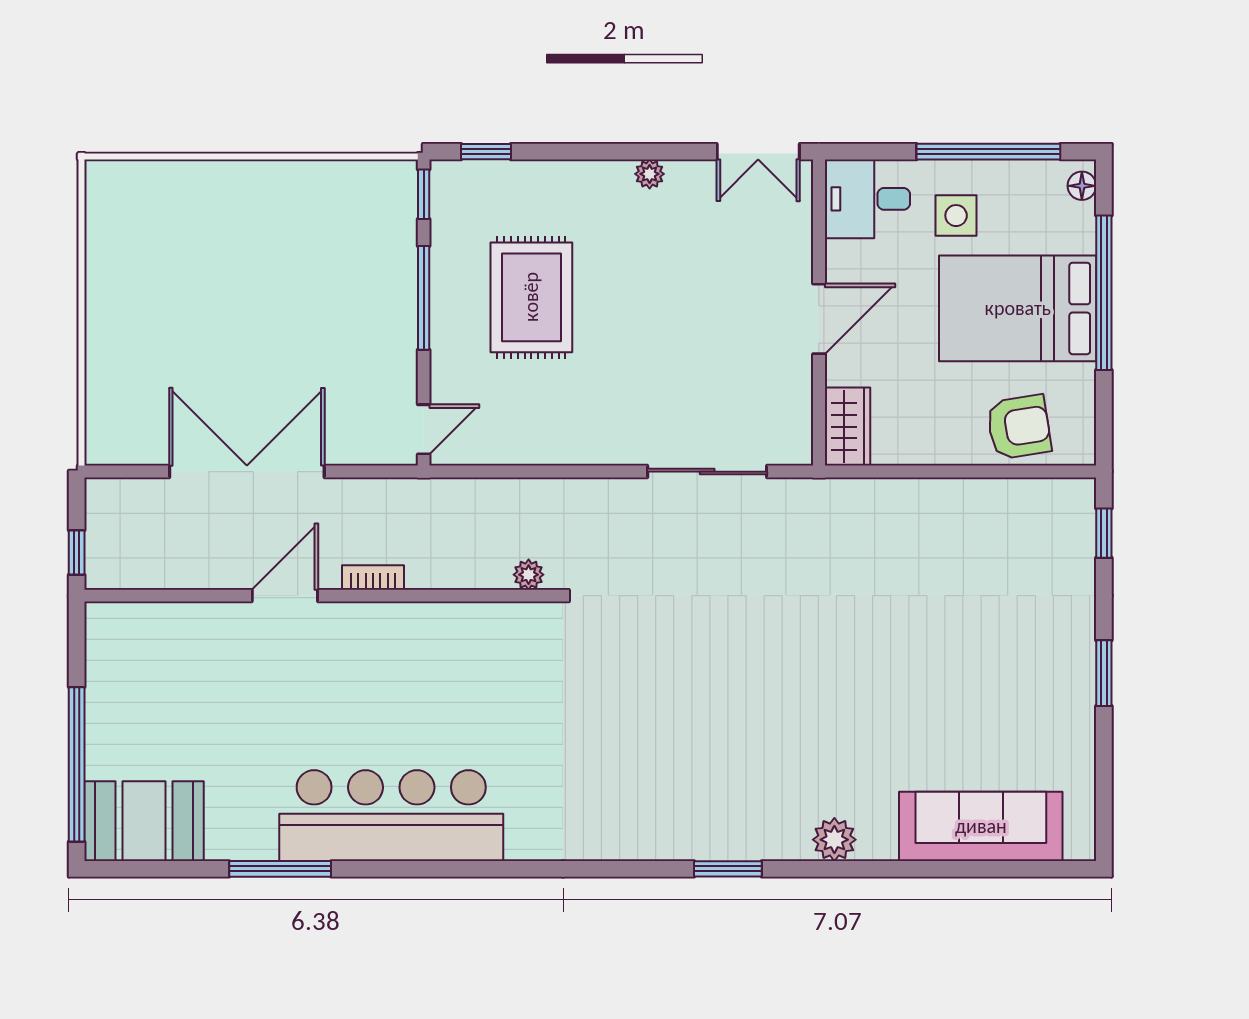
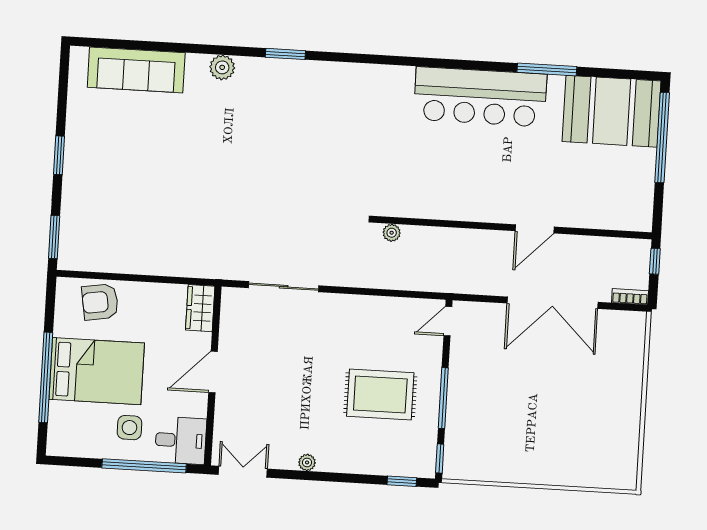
window: (988, 152) -> (144, 466), moved
floor lamp: (1082, 186) -> (55, 441), removed
rug: (531, 297) -> (380, 395), turned 90
window: (1104, 533) -> (54, 237), width x1.50
bookcase: (373, 577) -> (630, 297), moved, turned 180
booth: (144, 821) -> (612, 111), width x1.36, depth x1.42

